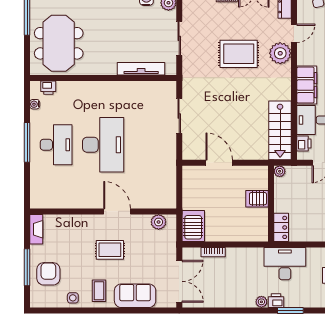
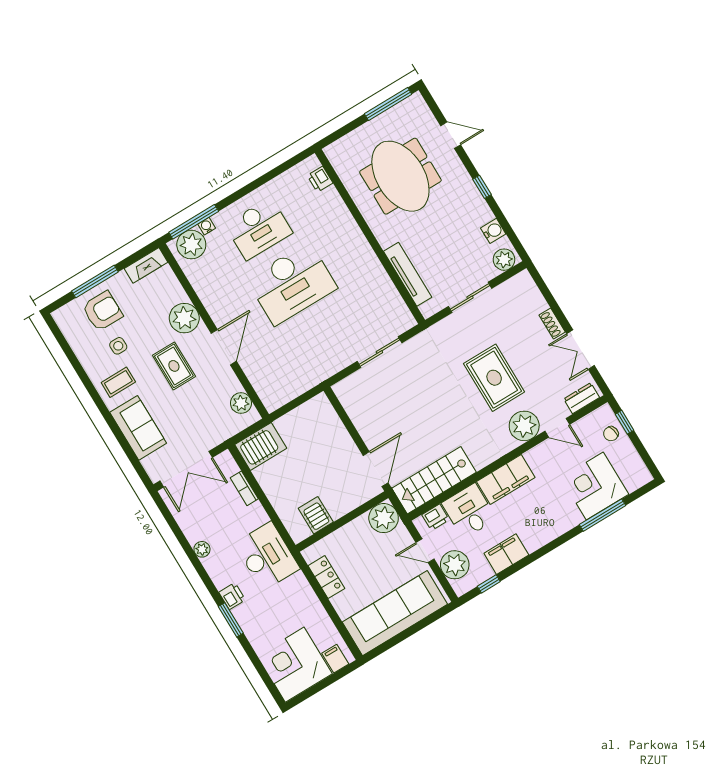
meeting table: (59, 43) -> (400, 176), moved, turned 90
water cooler: (35, 104) -> (207, 226), moved
window: (27, 142) -> (194, 222), moved
door: (219, 163) -> (376, 469), moved
plant: (280, 171) -> (384, 518), width x1.88, depth x1.88
plant: (40, 193) -> (191, 245), added
server rack: (257, 199) -> (316, 515), moved
plant: (84, 225) -> (184, 318), added
locker: (281, 227) -> (326, 577), moved, turned -90
desk: (285, 264) -> (267, 556), moved
side table: (73, 298) -> (118, 346), moved
plant: (261, 302) -> (202, 549), moved

